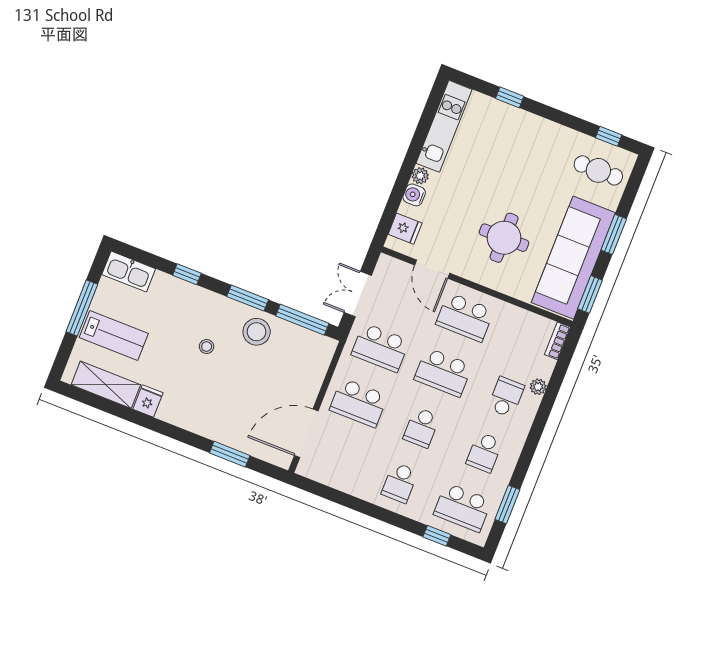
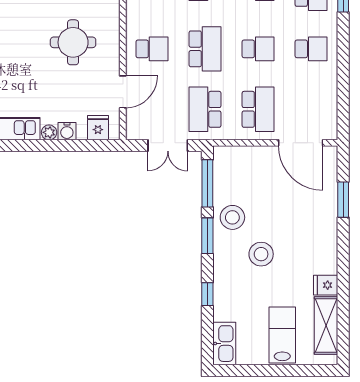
window: (82, 308) -> (270, 371), removed
school desk: (465, 317) -> (152, 49), width x0.54
stool: (207, 347) -> (261, 254), width x1.89, depth x1.89
school desk: (380, 348) -> (205, 109), turned 180

